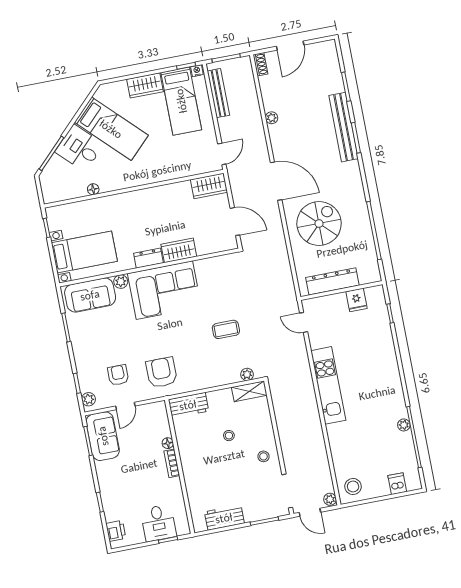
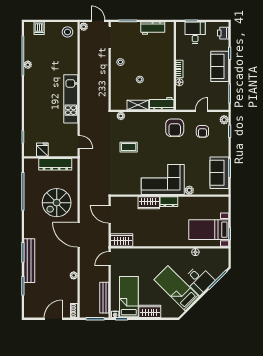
bed with nightstands: (84, 252) -> (209, 230), moved
sofa: (90, 295) -> (219, 173), moved, turned -90
shelving: (249, 391) -> (138, 105), moved
sofa: (103, 436) -> (220, 66), moved

